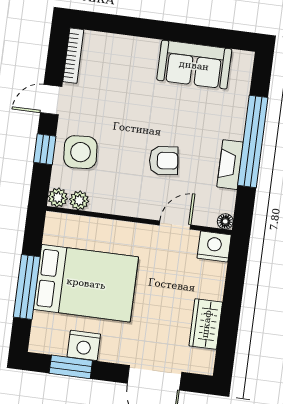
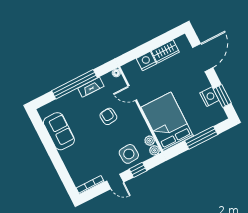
nightstand: (214, 246) -> (146, 61), moved, turned 90
bed: (86, 283) -> (167, 122), moved

